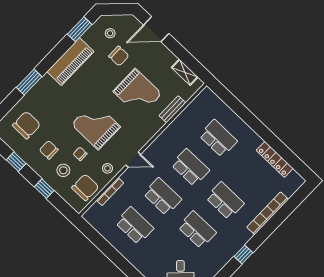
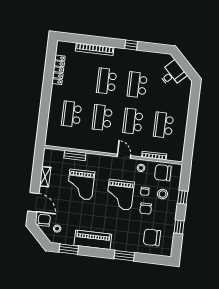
chair: (119, 56) -> (44, 220), moved
shelving: (185, 72) -> (45, 177), moved
grand piano: (137, 93) -> (81, 185), turned 180
chair: (49, 150) -> (146, 209), moved

